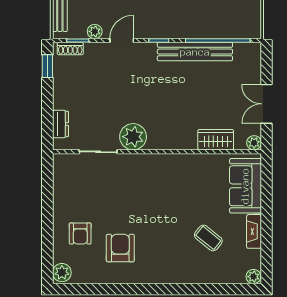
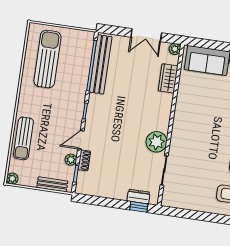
door: (122, 40) -> (81, 140), hinge flipped
shoe rack: (70, 49) -> (84, 160), moved
bench: (195, 52) -> (101, 64), moved
window: (47, 66) -> (139, 207), moved

